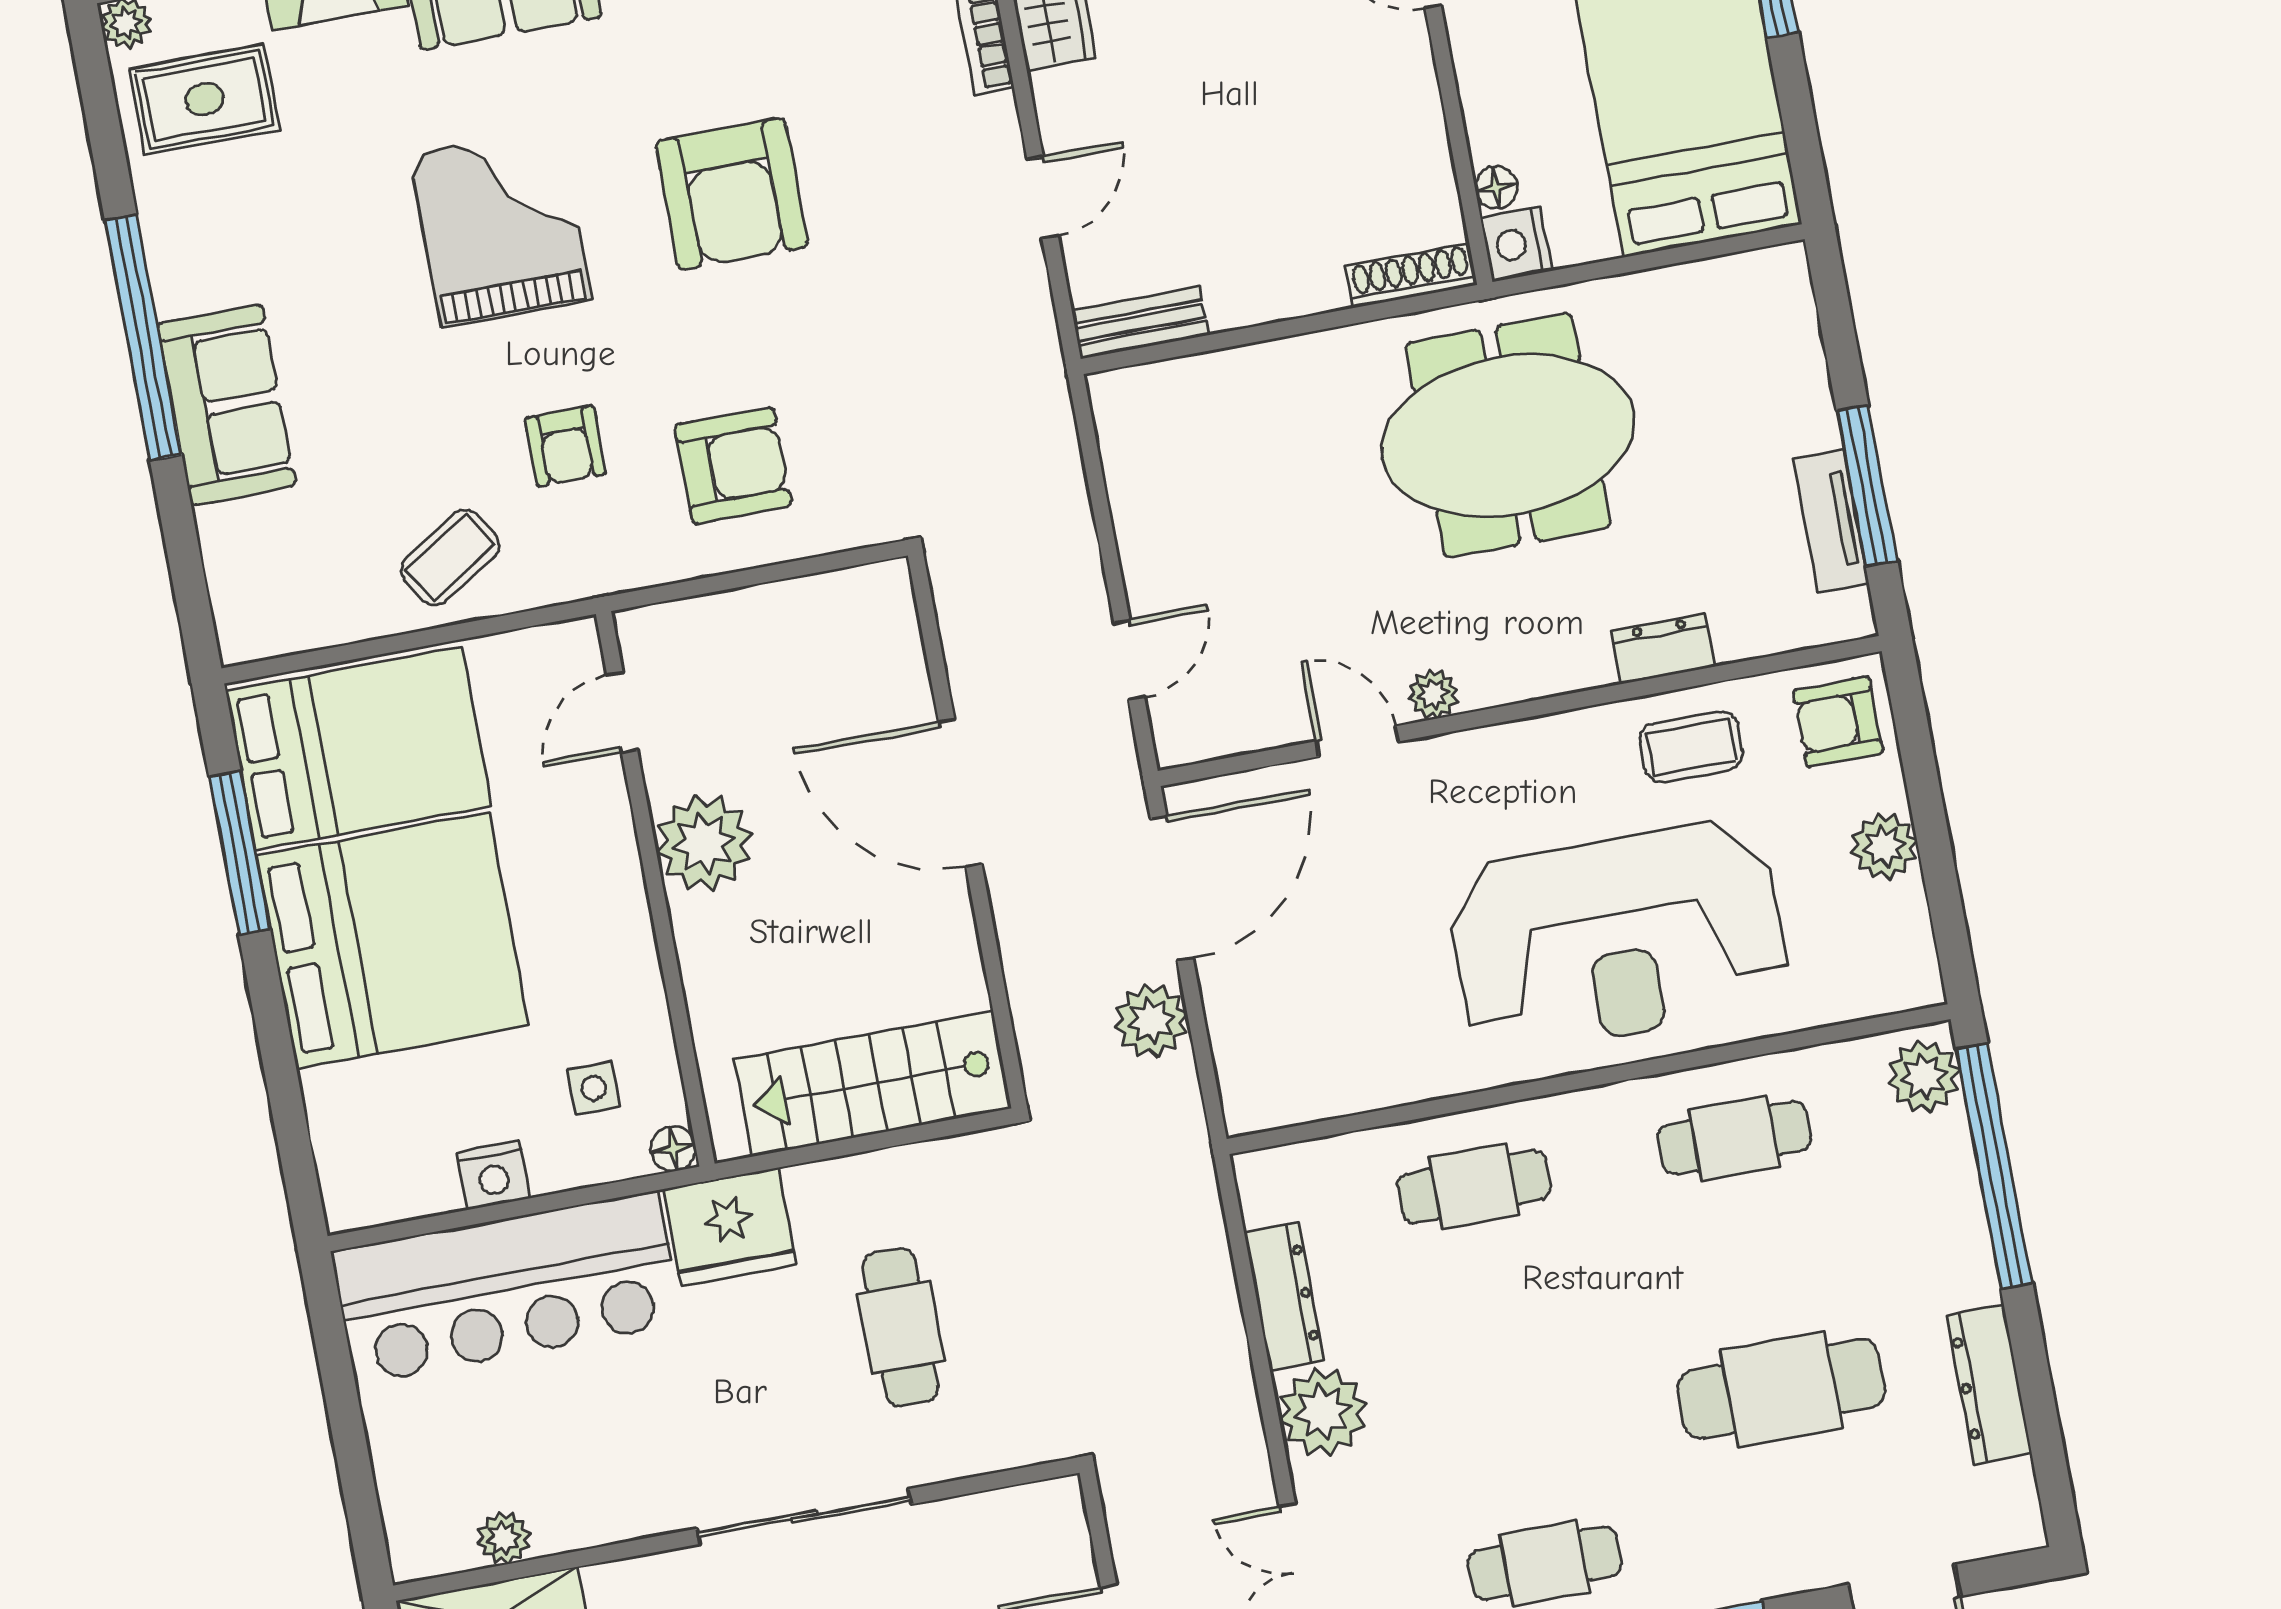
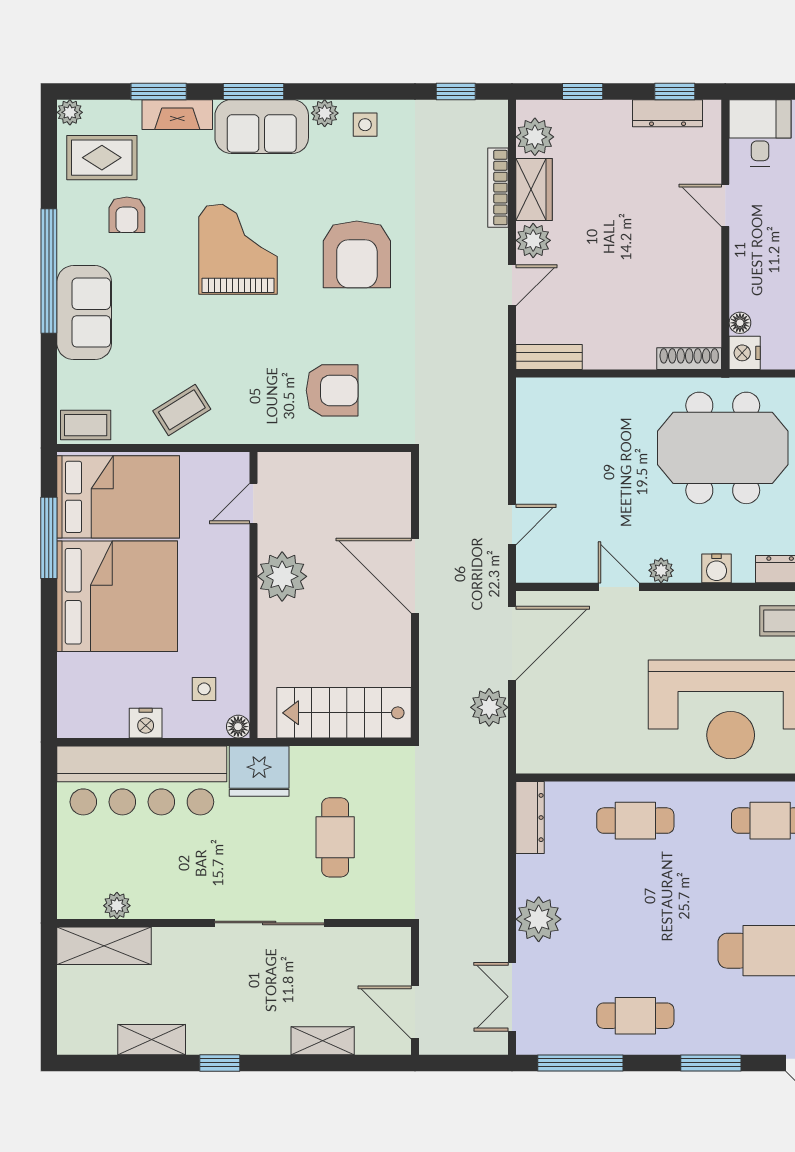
plant: (1067, 103) -> (533, 240), added
armchair: (565, 446) -> (127, 215), moved
coffee table: (270, 622) -> (86, 425), added
water cooler: (1540, 670) -> (717, 568), added
dresser: (1284, 1297) -> (530, 818), moved

